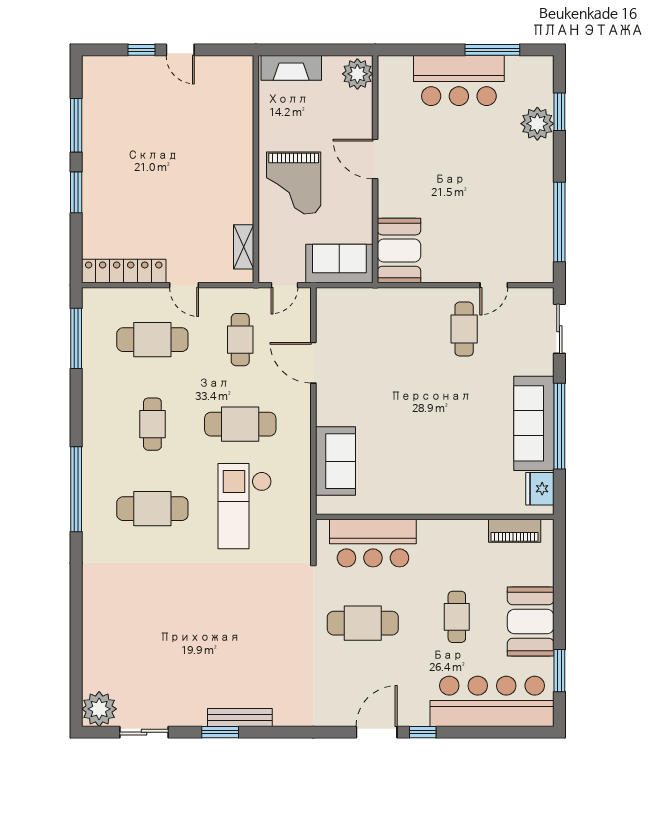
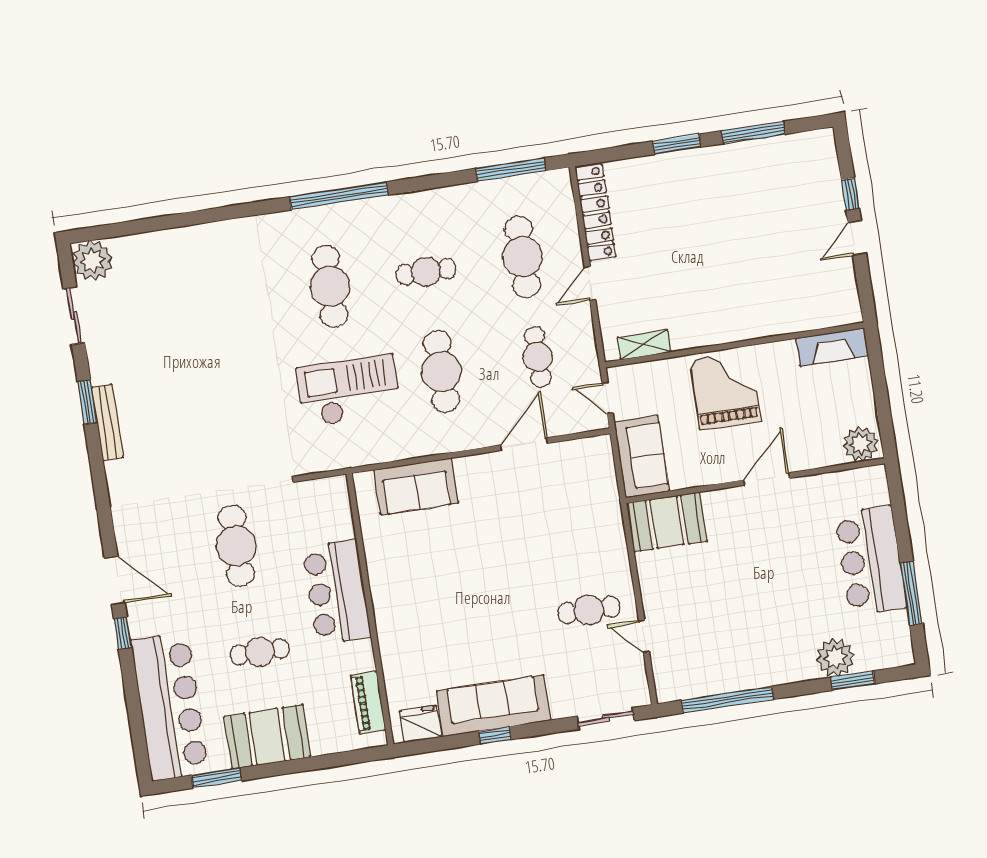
fireplace: (291, 68) -> (832, 347), moved, turned -90
grand piano: (294, 183) -> (725, 390), turned 90
cafe table: (240, 340) -> (538, 357), turned 90
window: (559, 426) -> (495, 735), width x0.32
bar counter: (373, 543) -> (337, 592), moved

